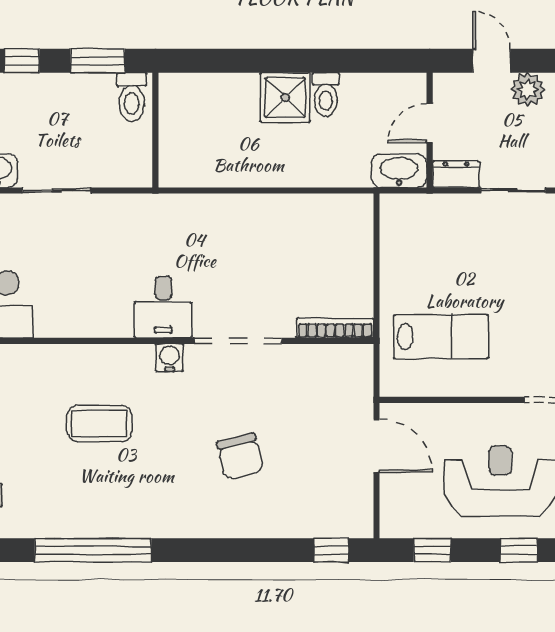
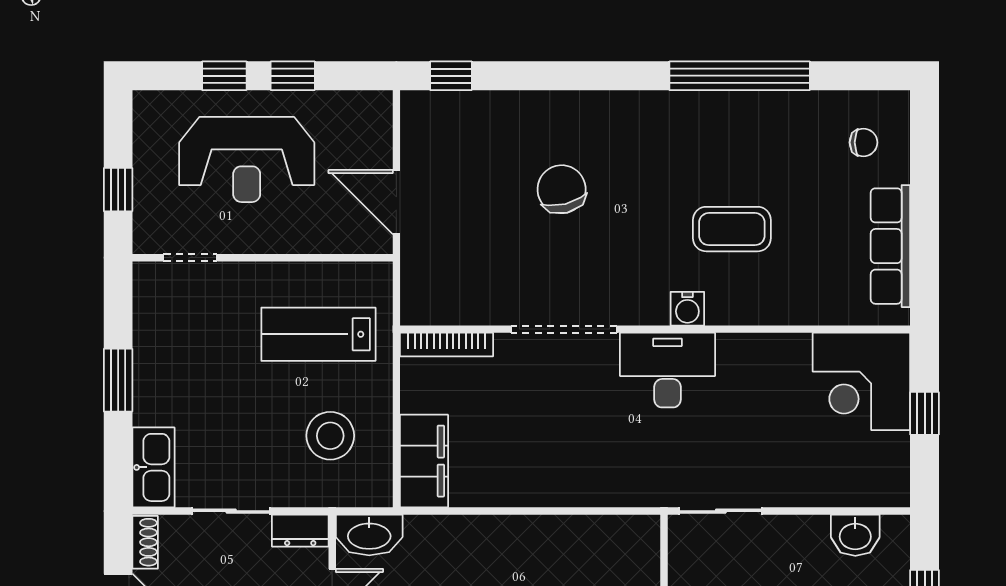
sliding door: (57, 190) -> (721, 511), moved
filing cabinet: (354, 232) -> (424, 461), added
stool: (431, 253) -> (330, 436), added
desk: (163, 307) -> (667, 370), width x1.37
water cooler: (169, 358) -> (687, 309), moved
window: (432, 550) -> (293, 76), moved

